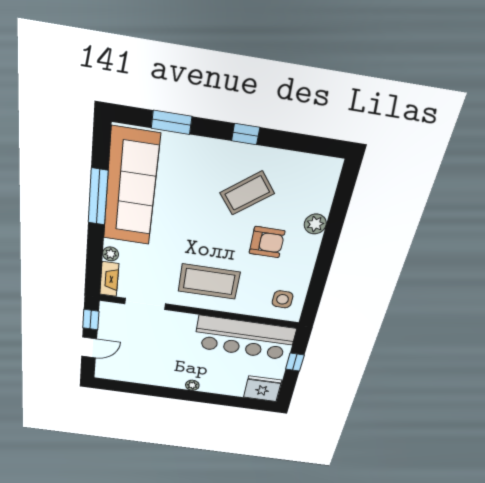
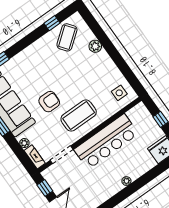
window: (246, 134) -> (52, 23), moved
coffee table: (247, 193) -> (67, 37), moved
armchair: (267, 242) -> (49, 102), moved
bar counter: (245, 338) -> (106, 142), moved

